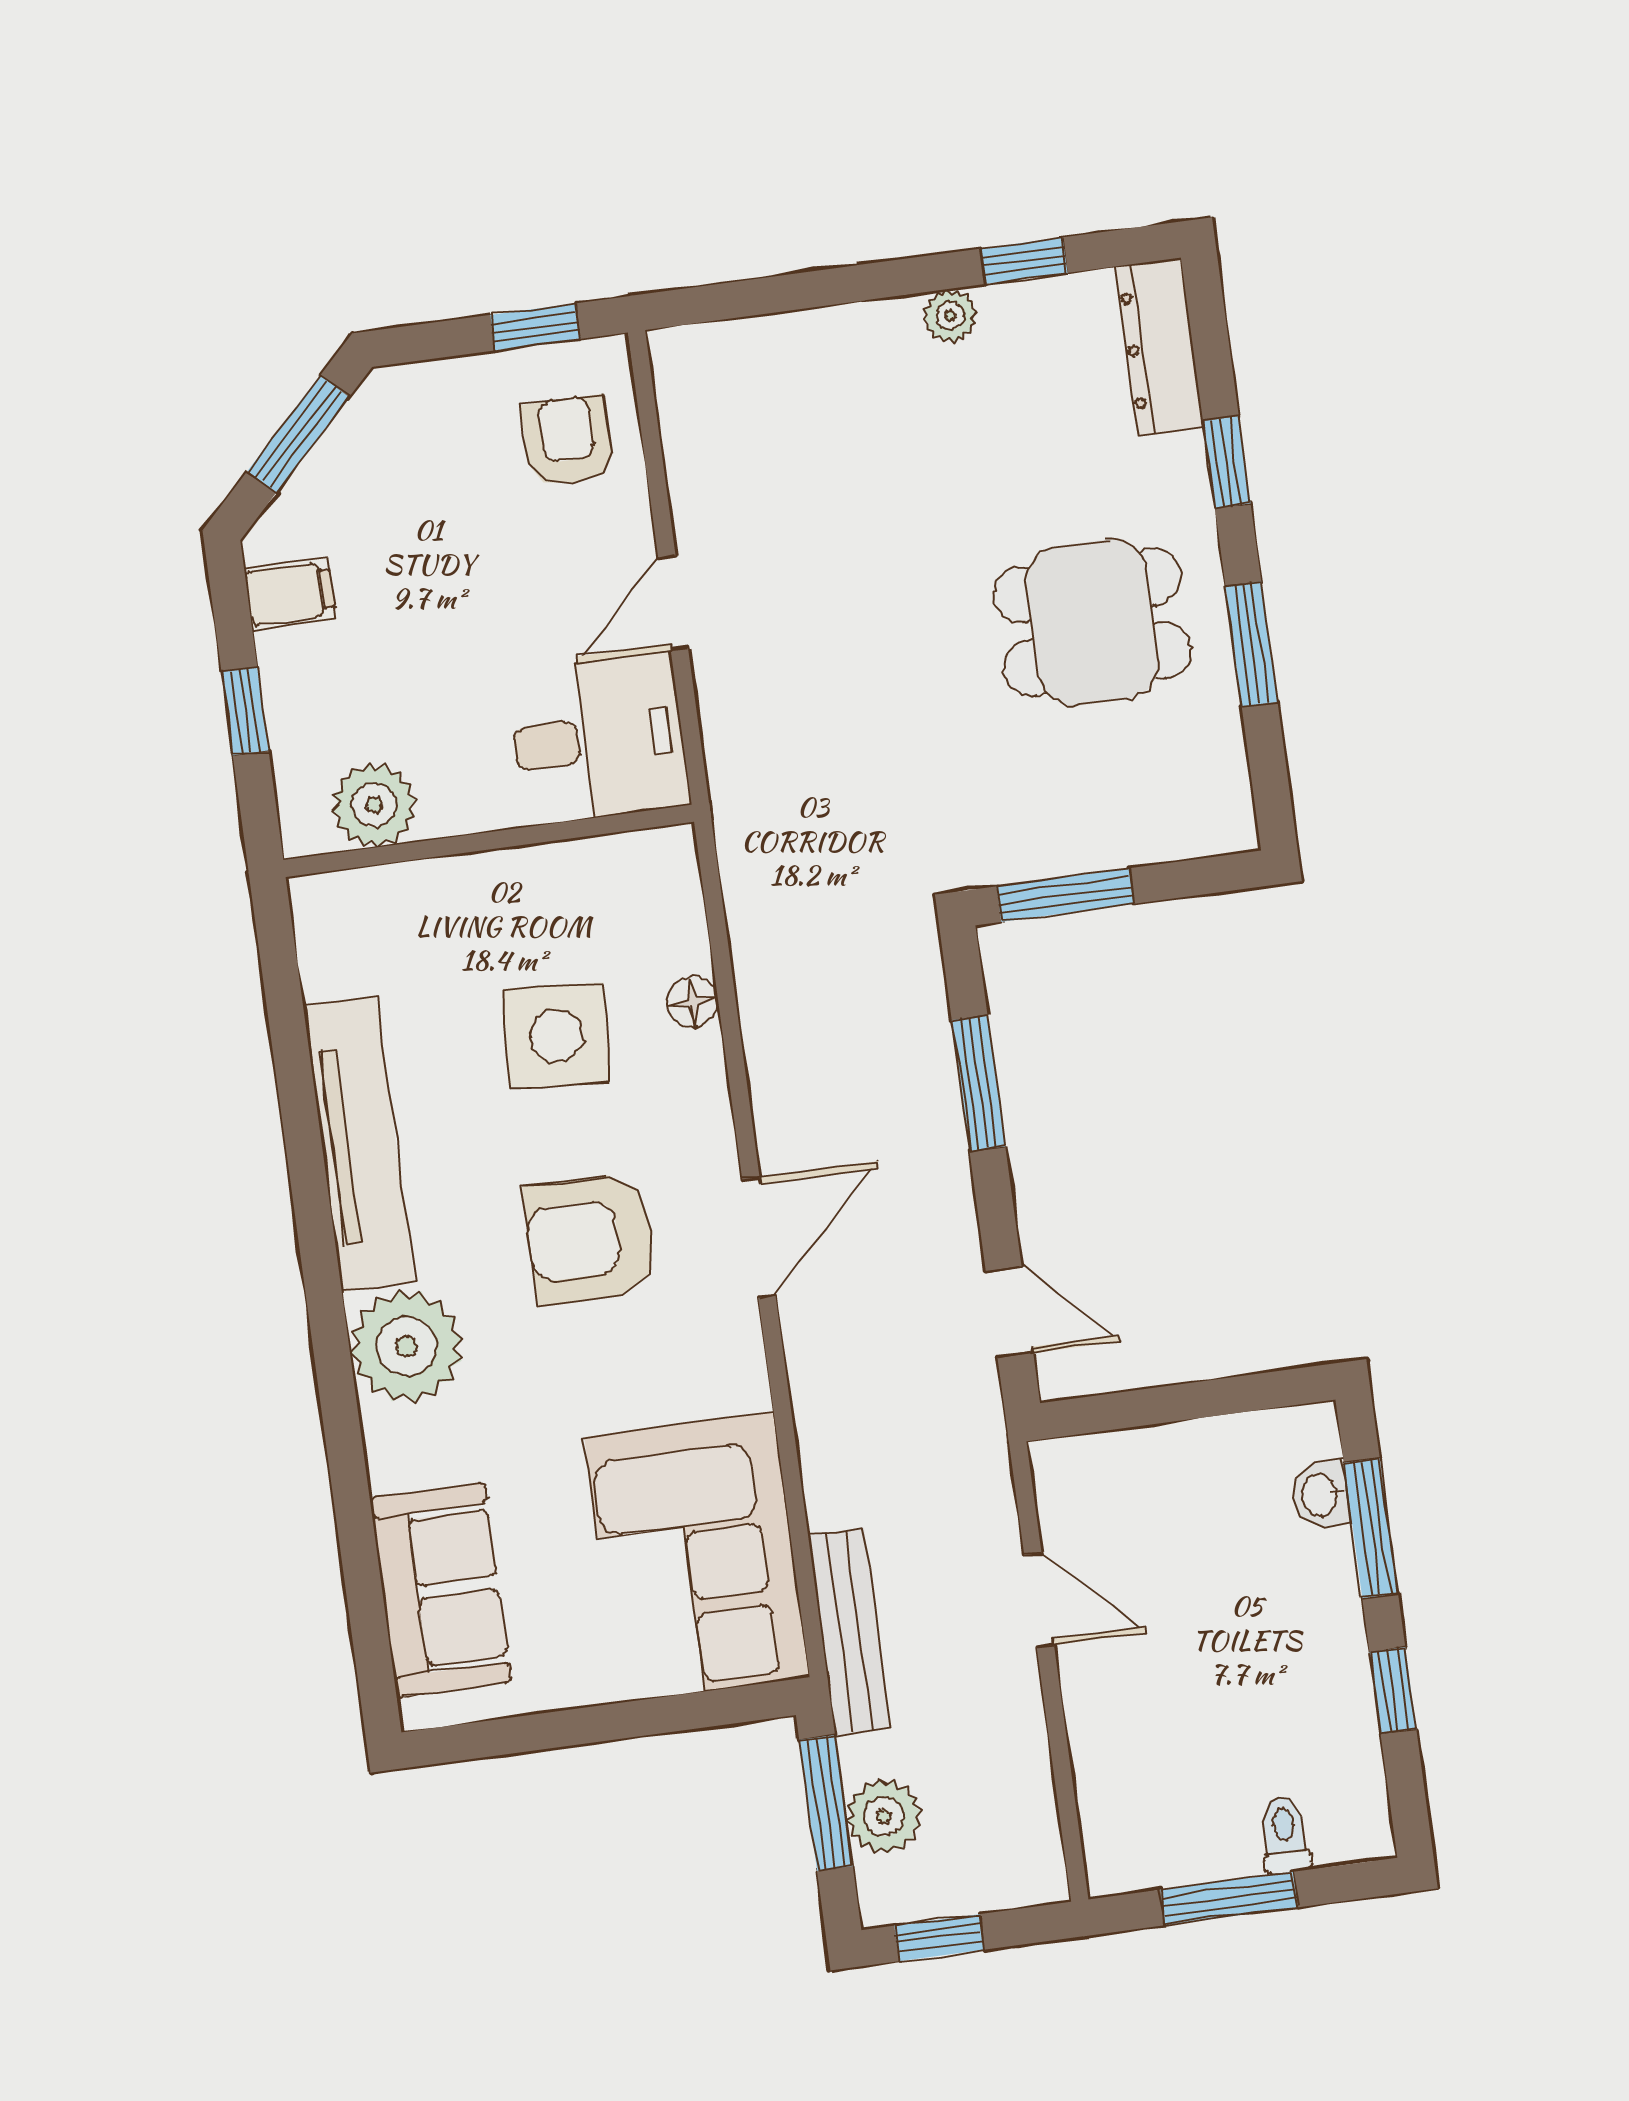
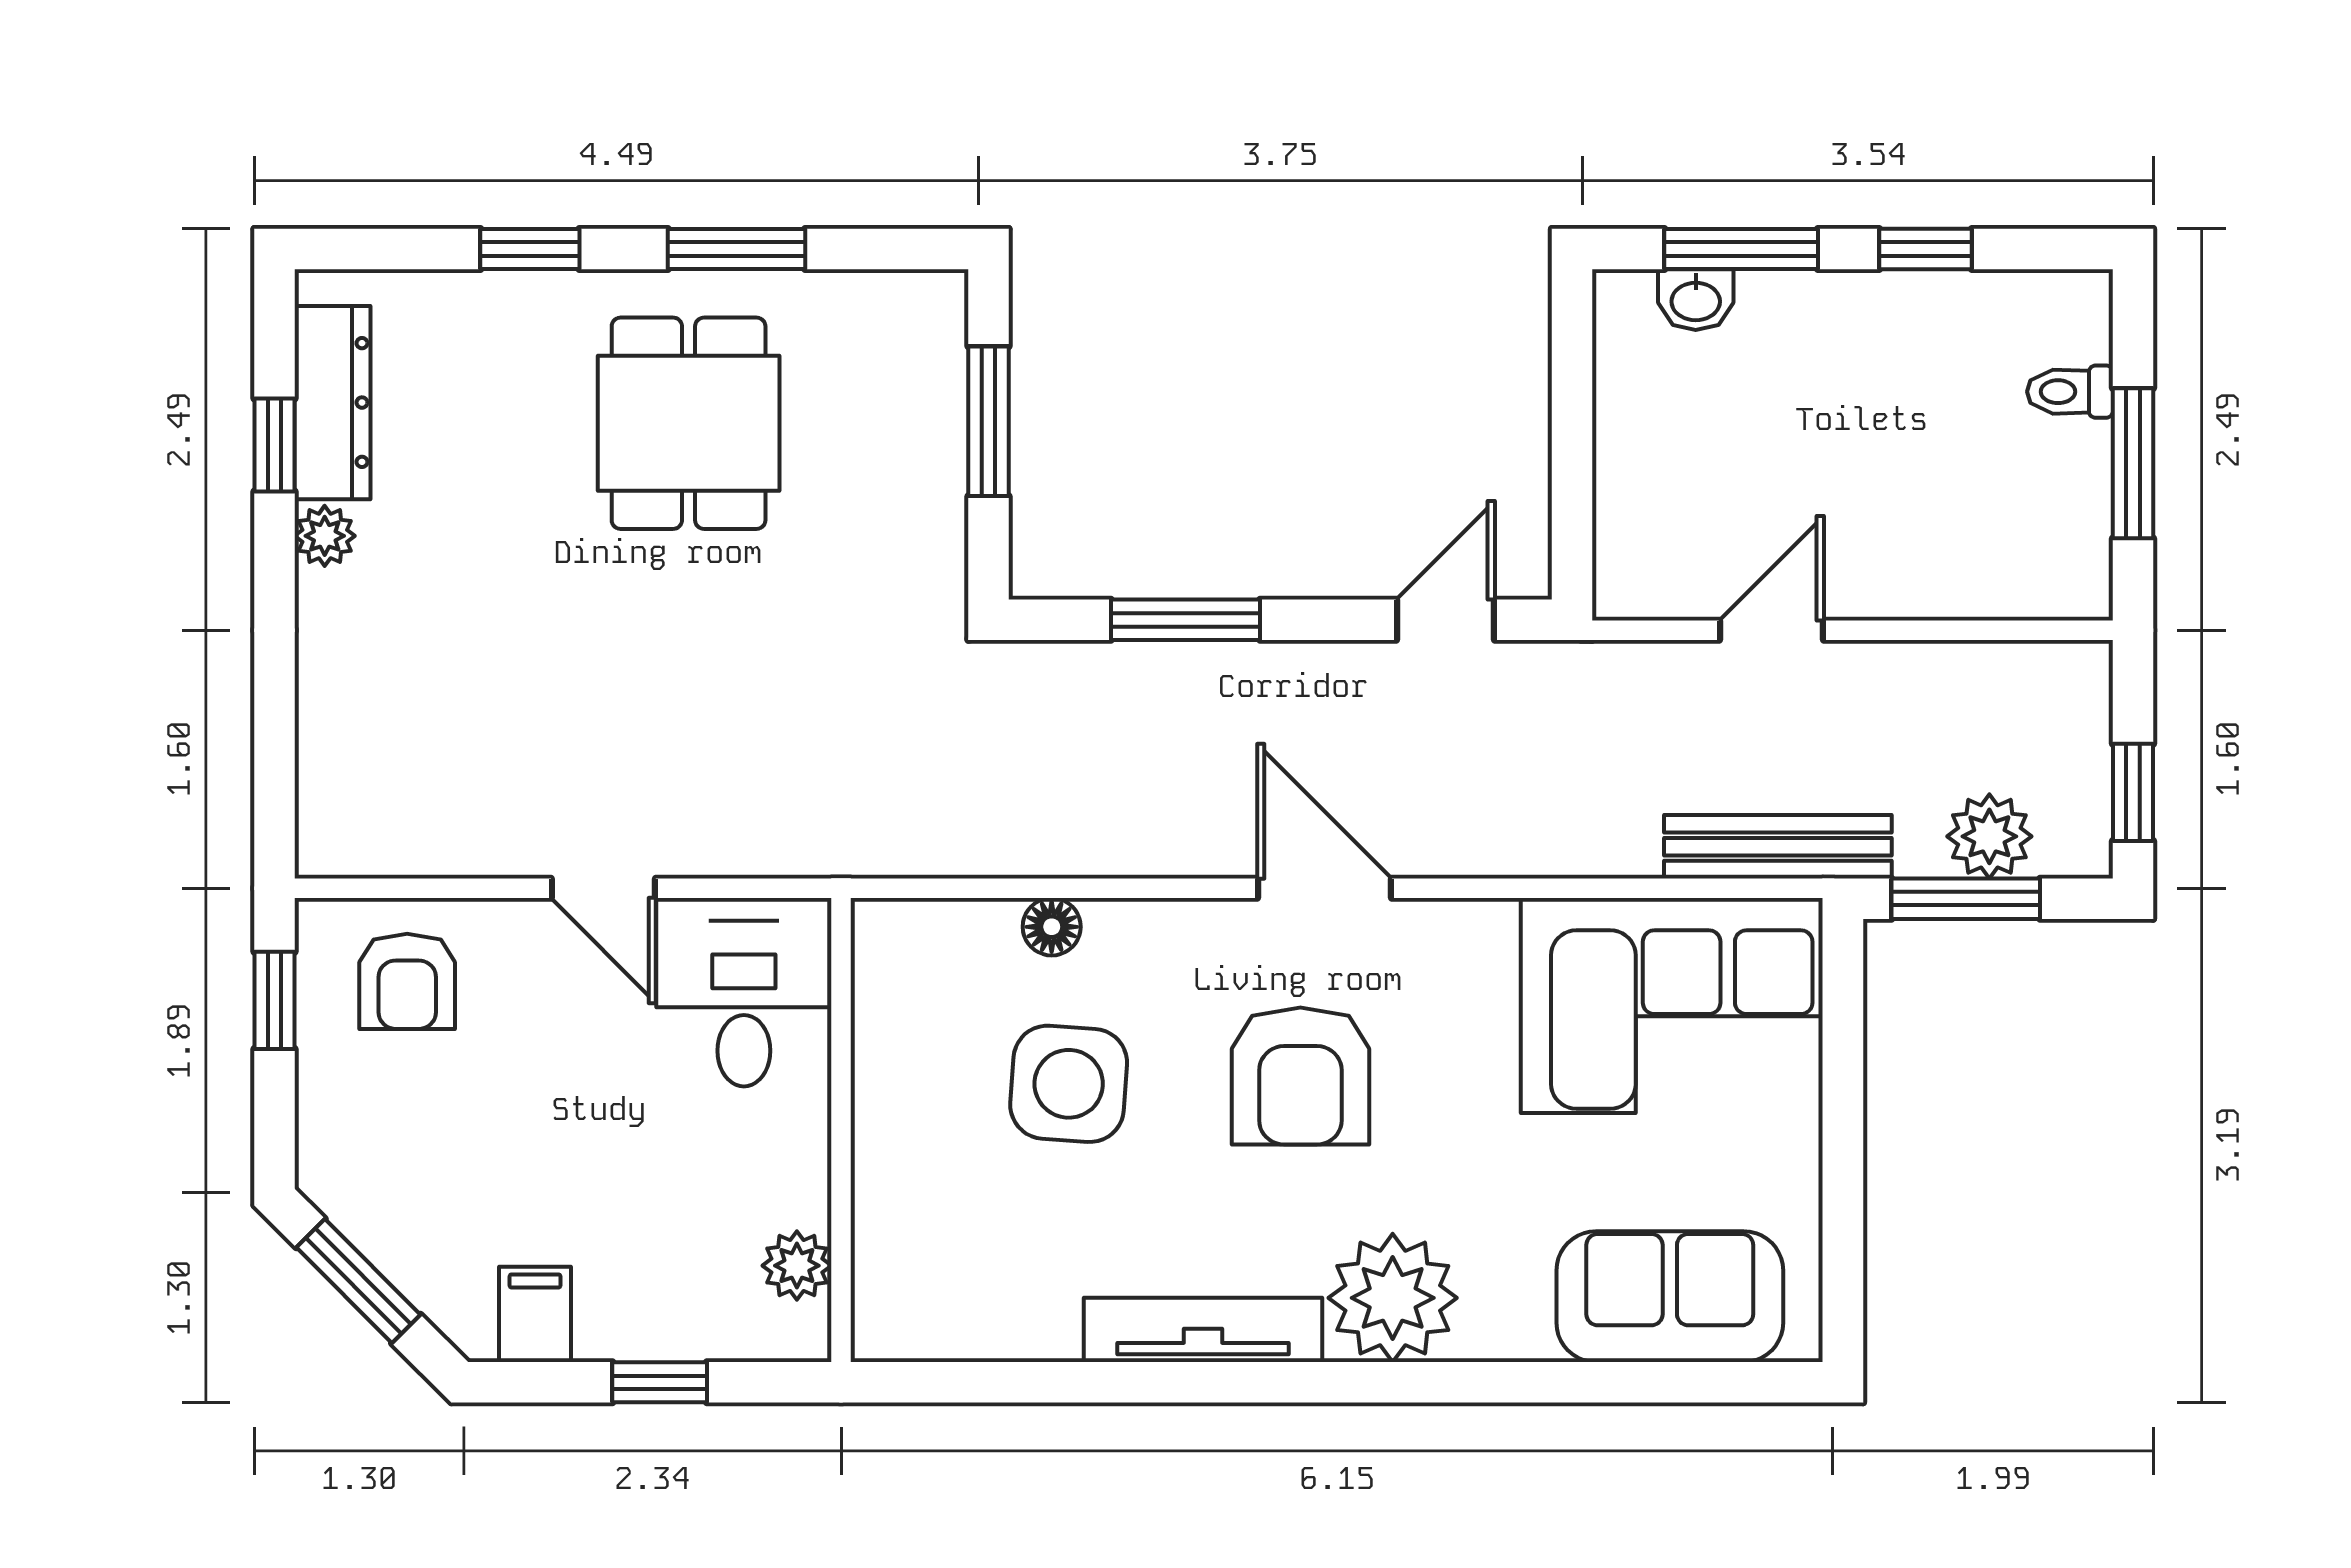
dresser: (1159, 347) -> (332, 403), moved, turned -90
armchair: (568, 441) -> (407, 981), turned -90
plant: (374, 805) -> (797, 1266), width x0.73, depth x0.73
window: (1065, 895) -> (989, 421), moved
tv unit: (359, 1144) -> (1203, 1330), width x0.73, depth x0.78

